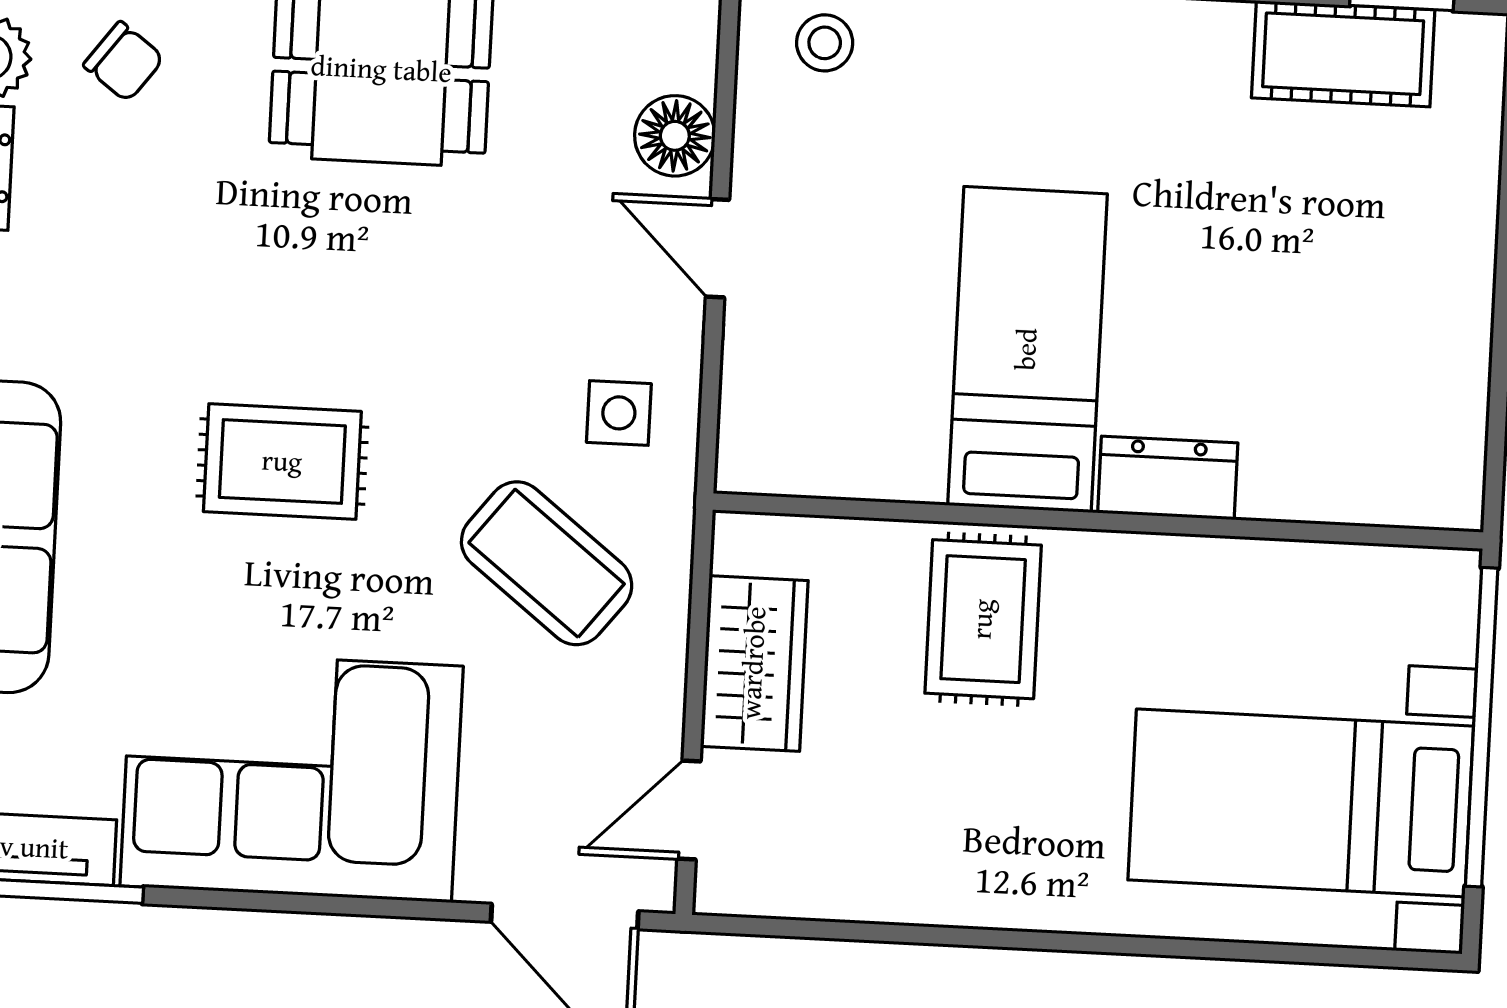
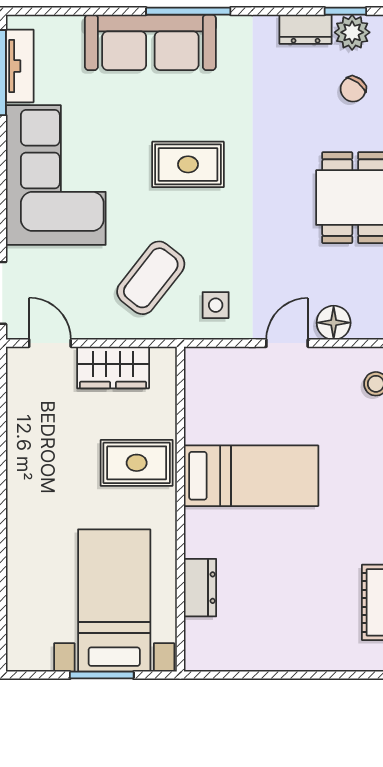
rug: (282, 462) -> (188, 164), turned 90
dresser: (1168, 478) -> (200, 588), moved
window: (1482, 727) -> (102, 675), width x0.47
bed with nightstands: (1301, 803) -> (114, 600), moved

